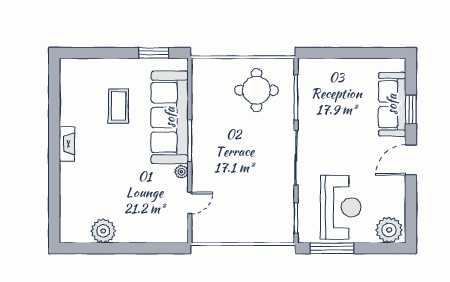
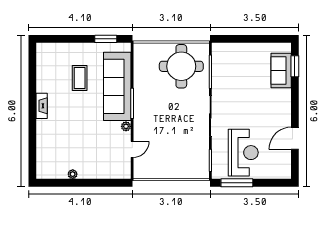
round table: (257, 90) -> (181, 66), width x1.36, depth x1.36
sofa: (392, 104) -> (281, 70), width x0.73
window: (411, 109) -> (295, 66), moved
door: (411, 160) -> (295, 138), moved
plant: (389, 230) -> (279, 169), removed
plant: (103, 231) -> (73, 174), width x0.53, depth x0.53

